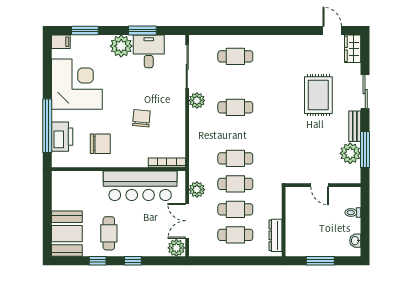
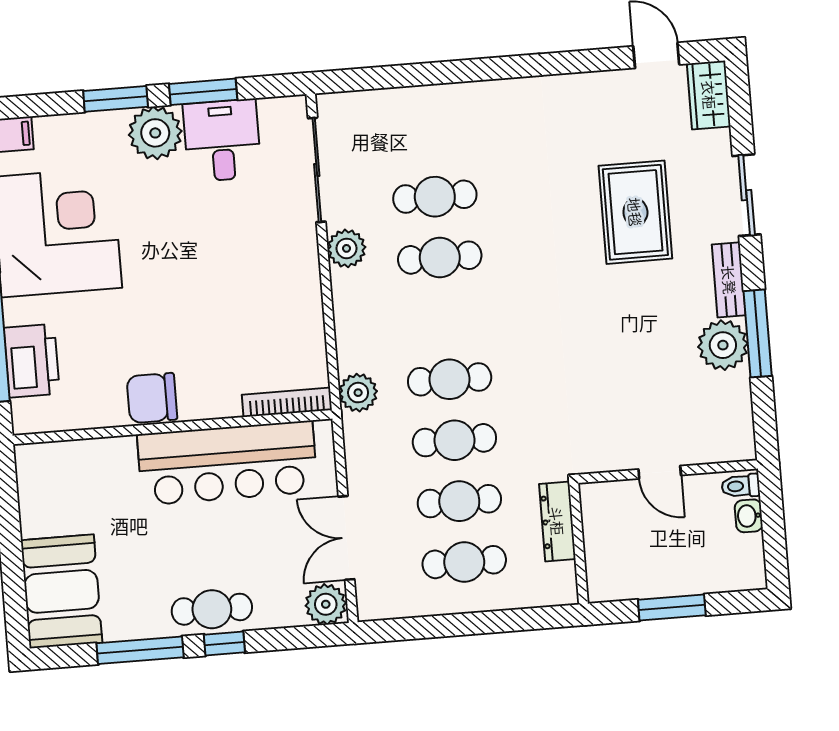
window: (85, 31) -> (116, 99), moved
cafe table: (235, 56) -> (435, 197), moved
chair: (141, 118) -> (217, 301), removed
chair: (100, 144) -> (152, 398), moved, turned 180
door: (320, 185) -> (660, 472), moved
wall: (323, 185) -> (668, 472), moved
plant: (197, 190) -> (358, 393), moved
cafe table: (109, 233) -> (212, 609), moved, turned 90
dresser: (275, 235) -> (557, 521), moved
washbasin: (355, 241) -> (749, 516), moved
window: (98, 261) -> (140, 650), width x2.17

